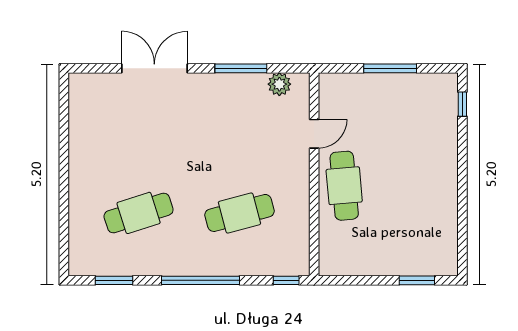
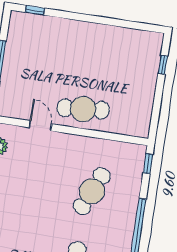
cafe table: (239, 213) -> (92, 191), turned 39
window: (417, 280) -> (163, 65), width x0.67

